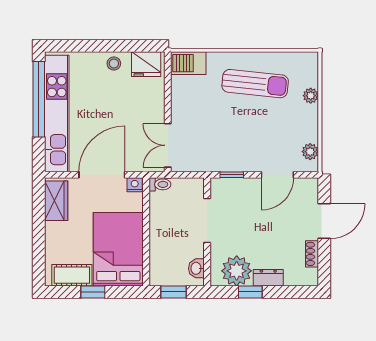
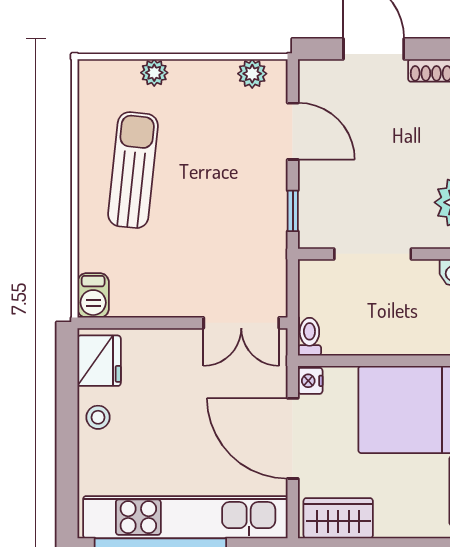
barbecue: (188, 63) -> (93, 295), width x0.73, depth x0.79

